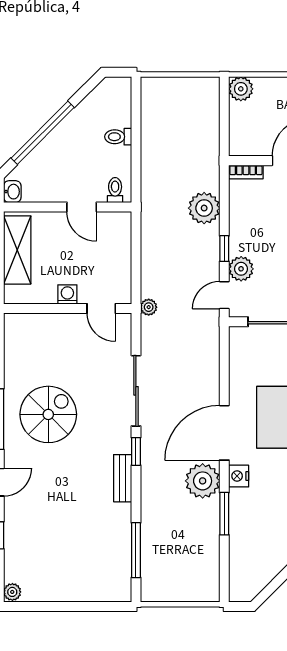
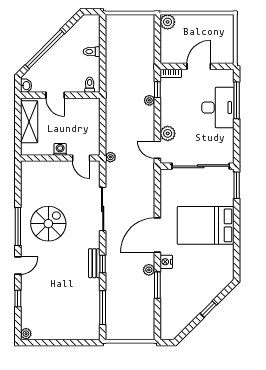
door: (82, 207) -> (55, 95), moved
plant: (204, 208) -> (149, 100), width x0.53, depth x0.53
window: (224, 249) -> (157, 90), moved
door: (224, 295) -> (157, 150), hinge flipped
window: (136, 451) -> (103, 264), moved
plant: (203, 481) -> (149, 270), width x0.53, depth x0.53

